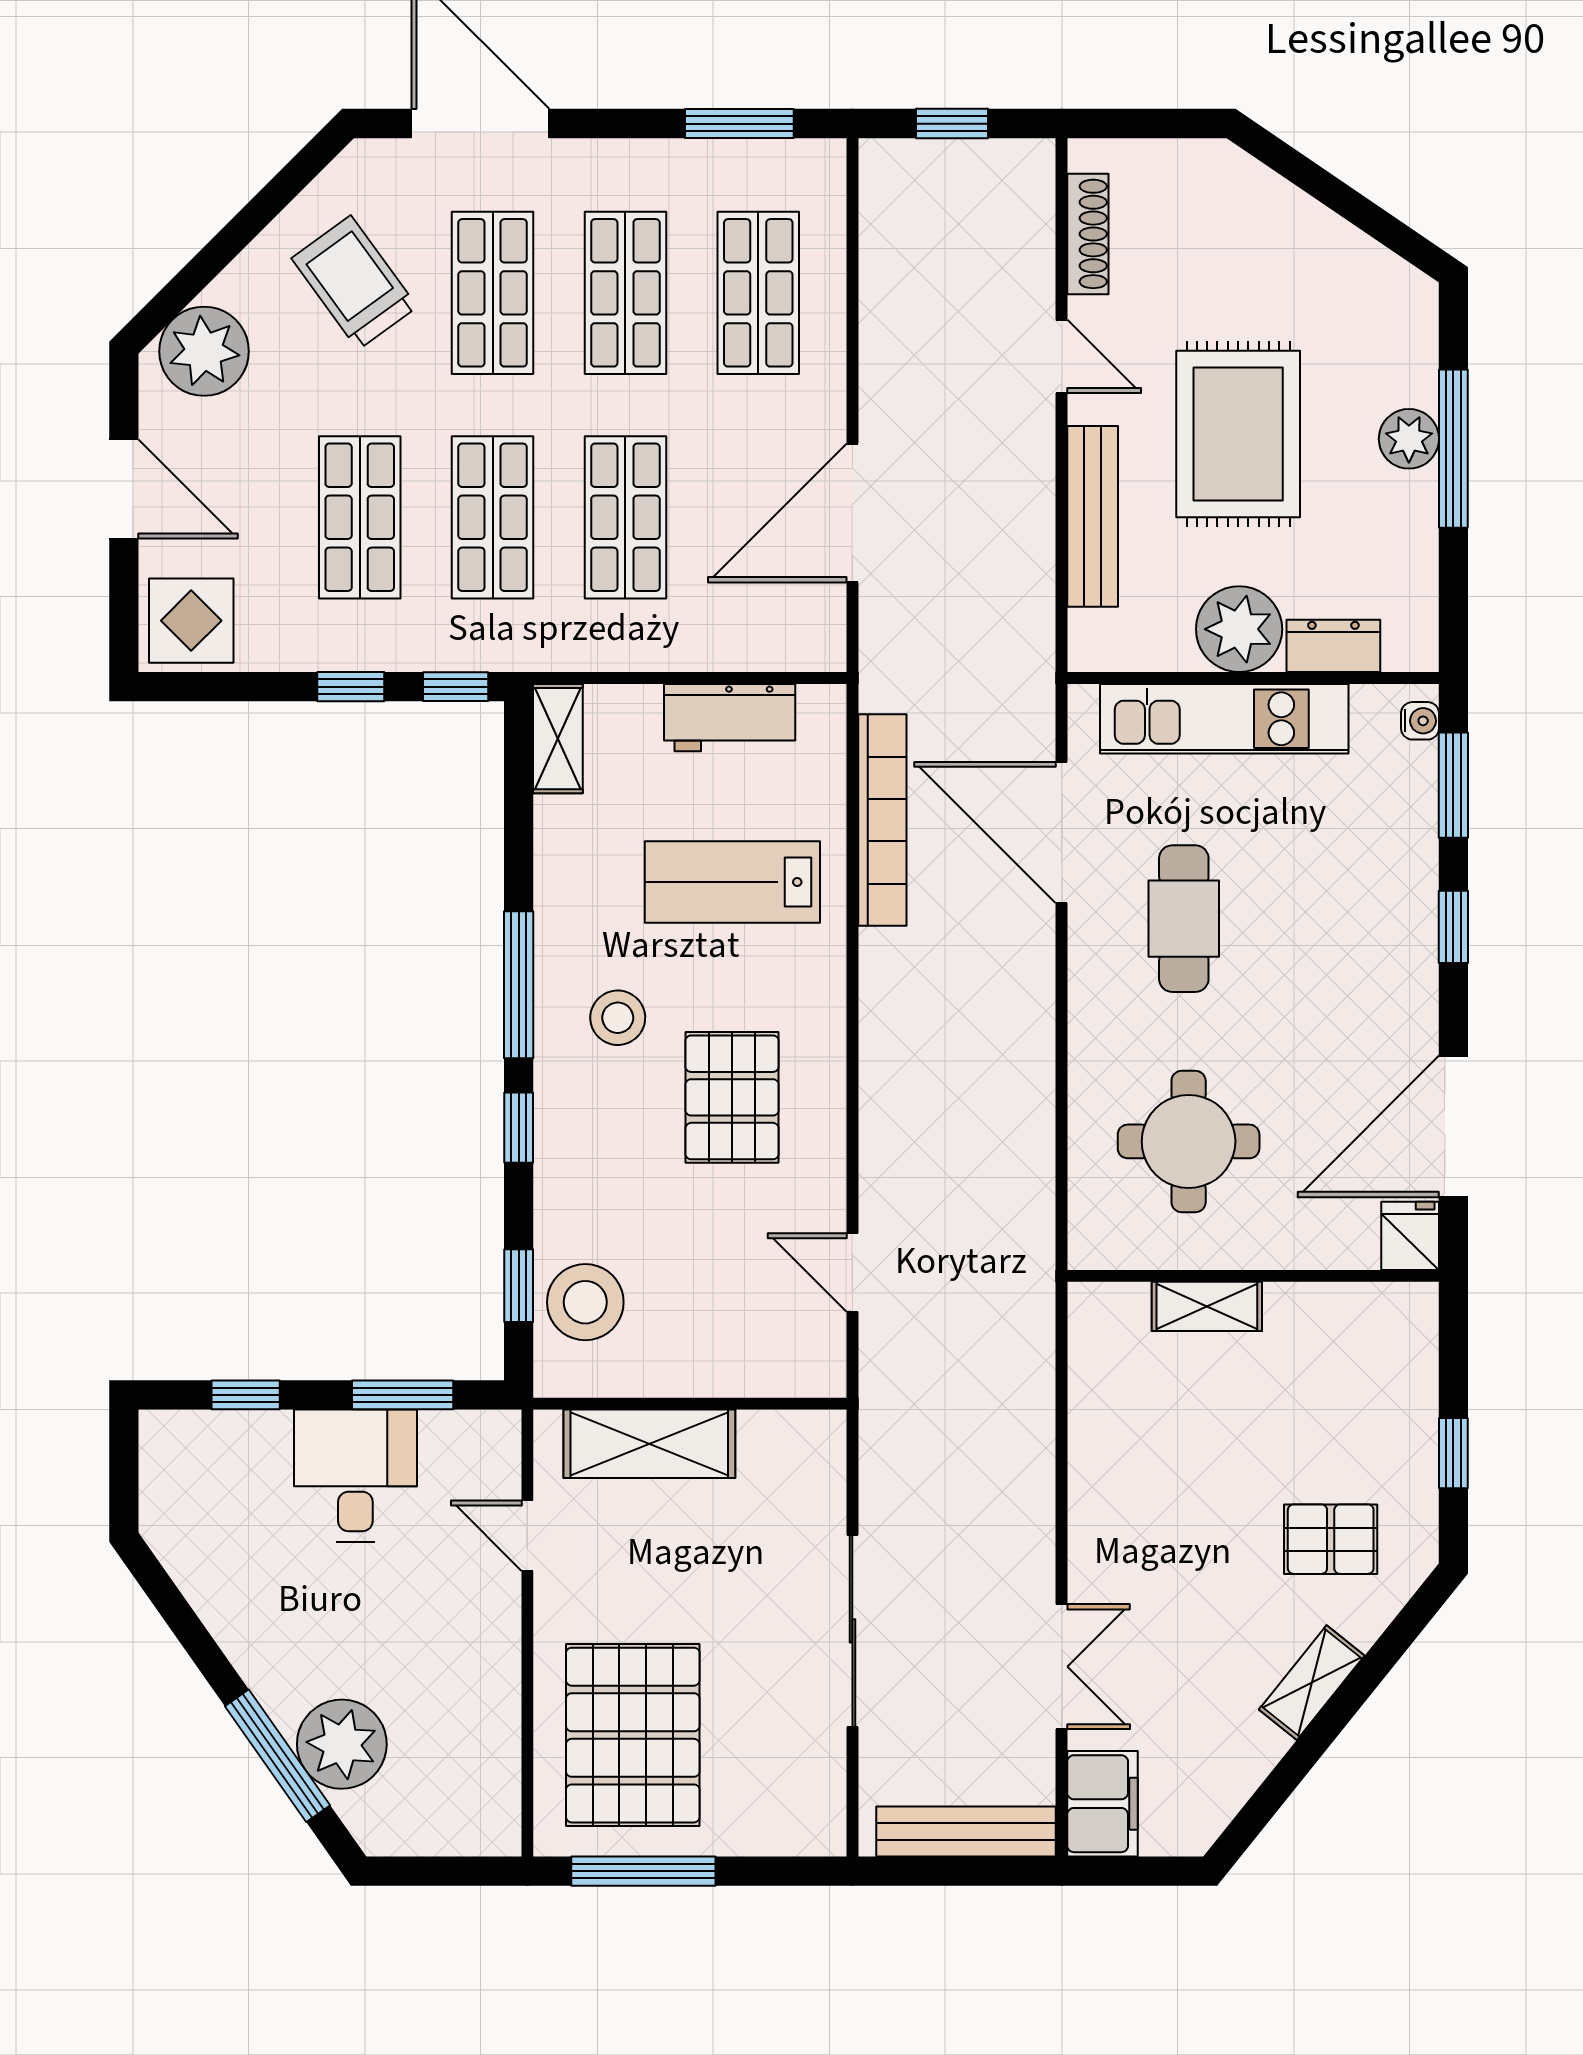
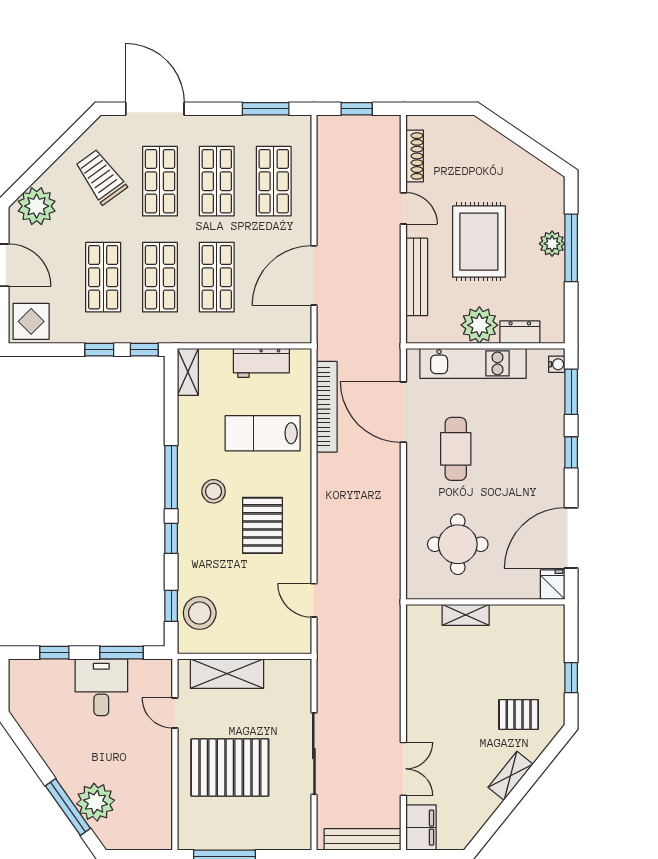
pallet: (633, 1735) -> (230, 767), moved, turned 90

